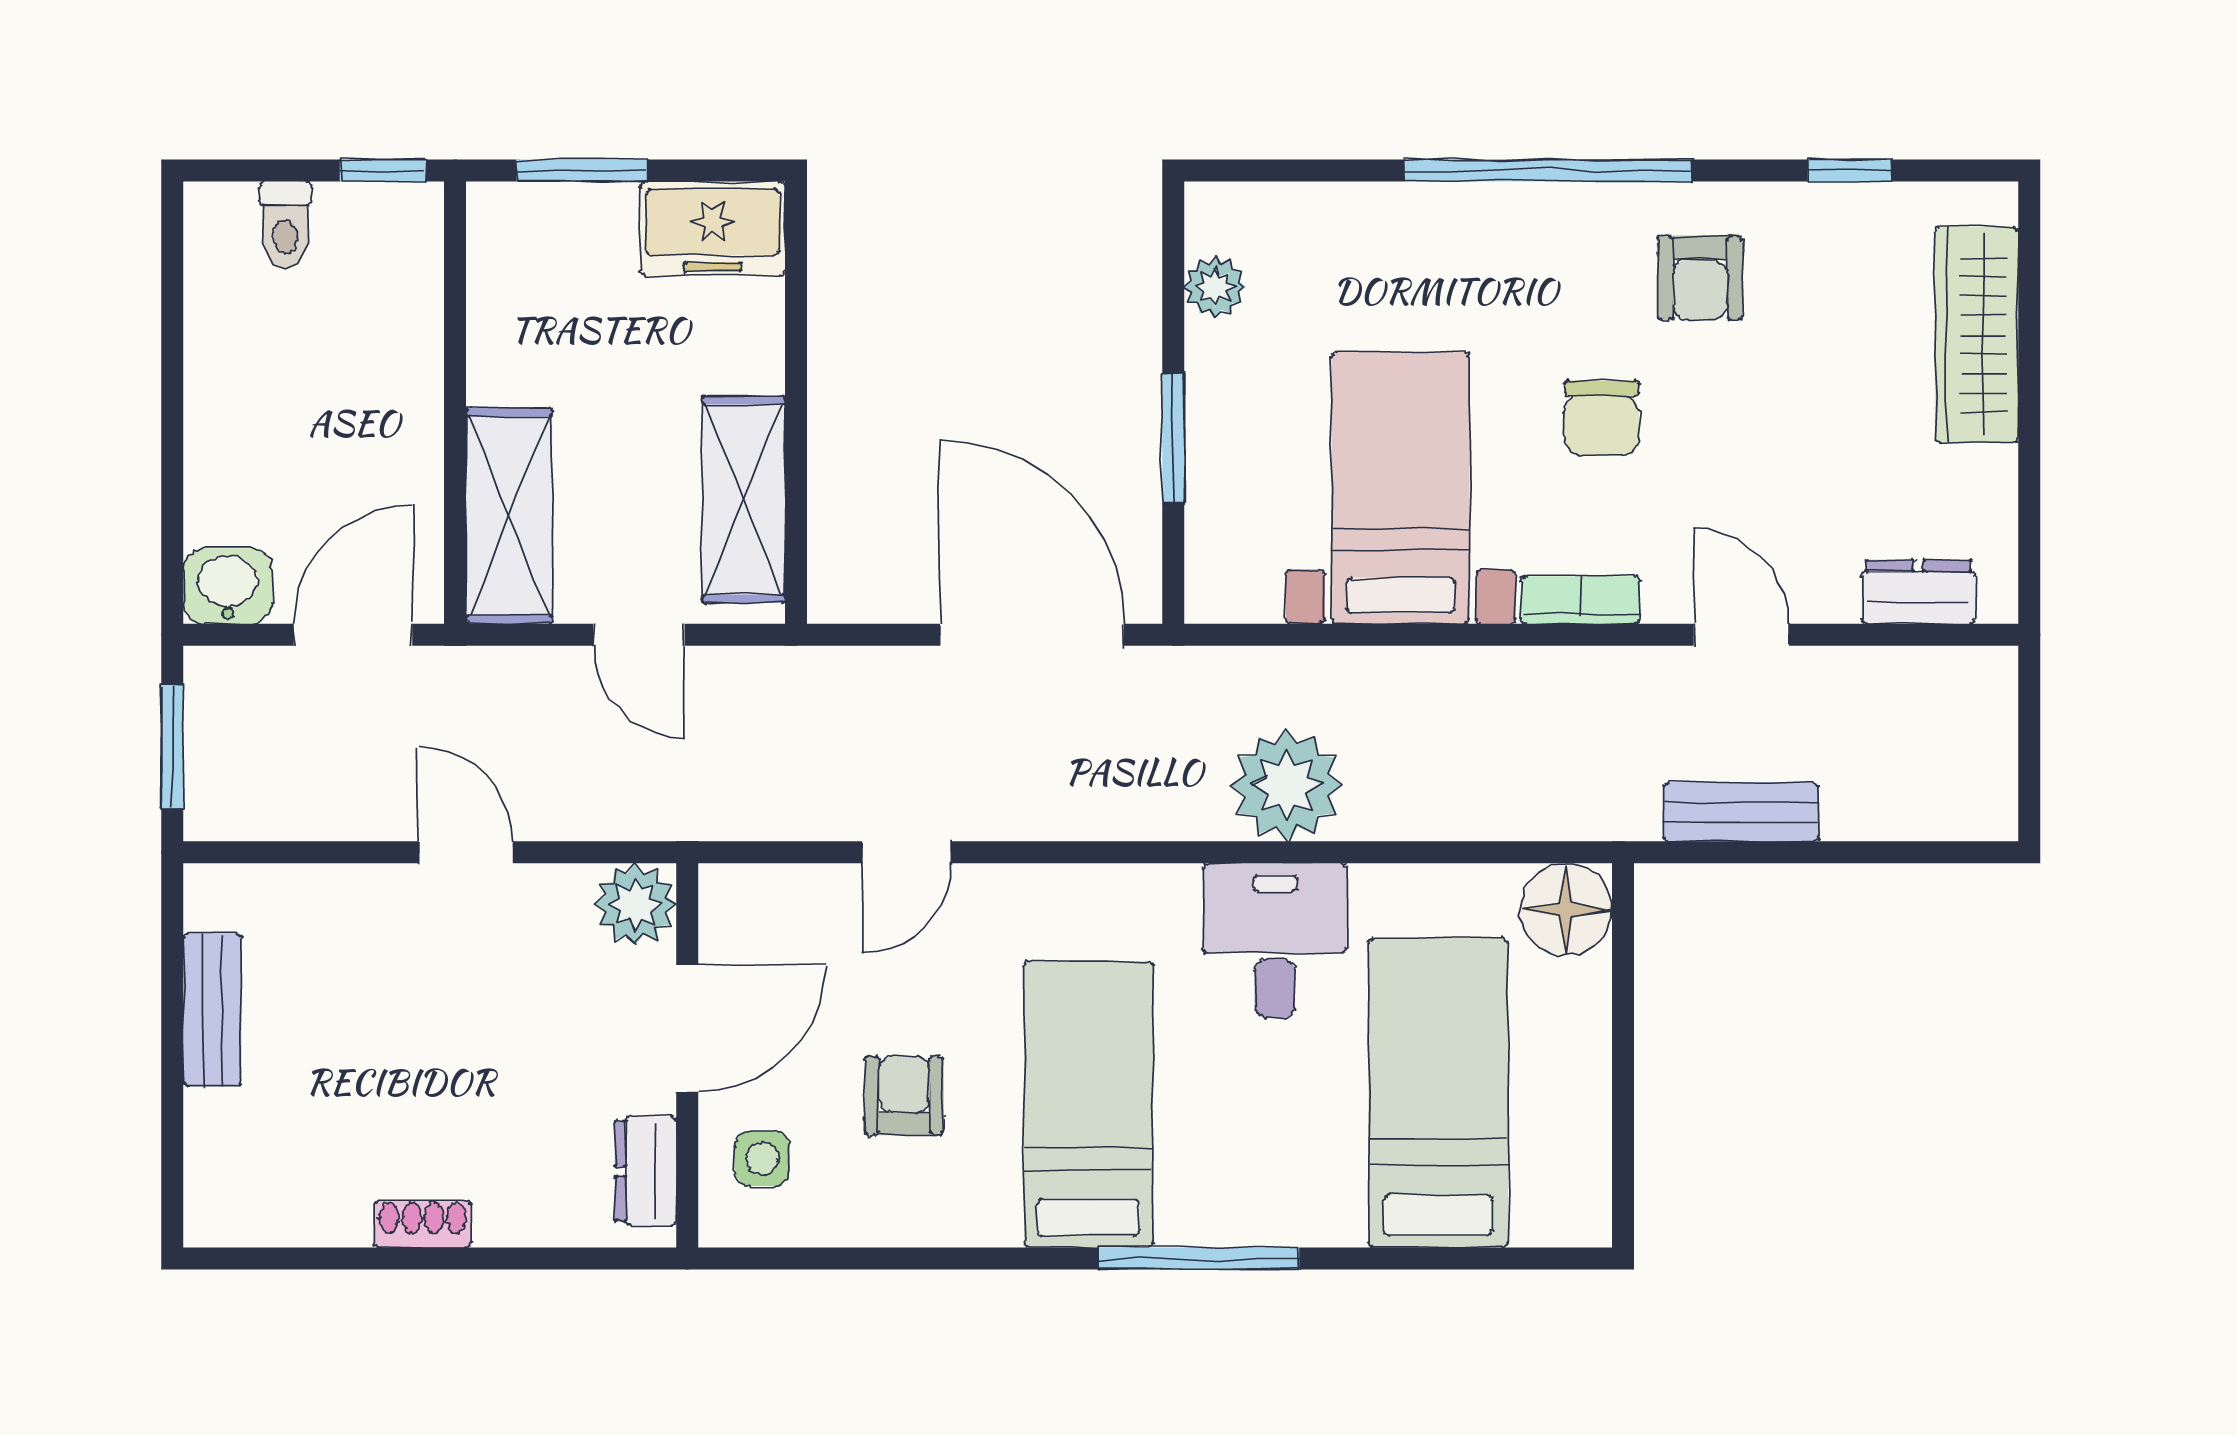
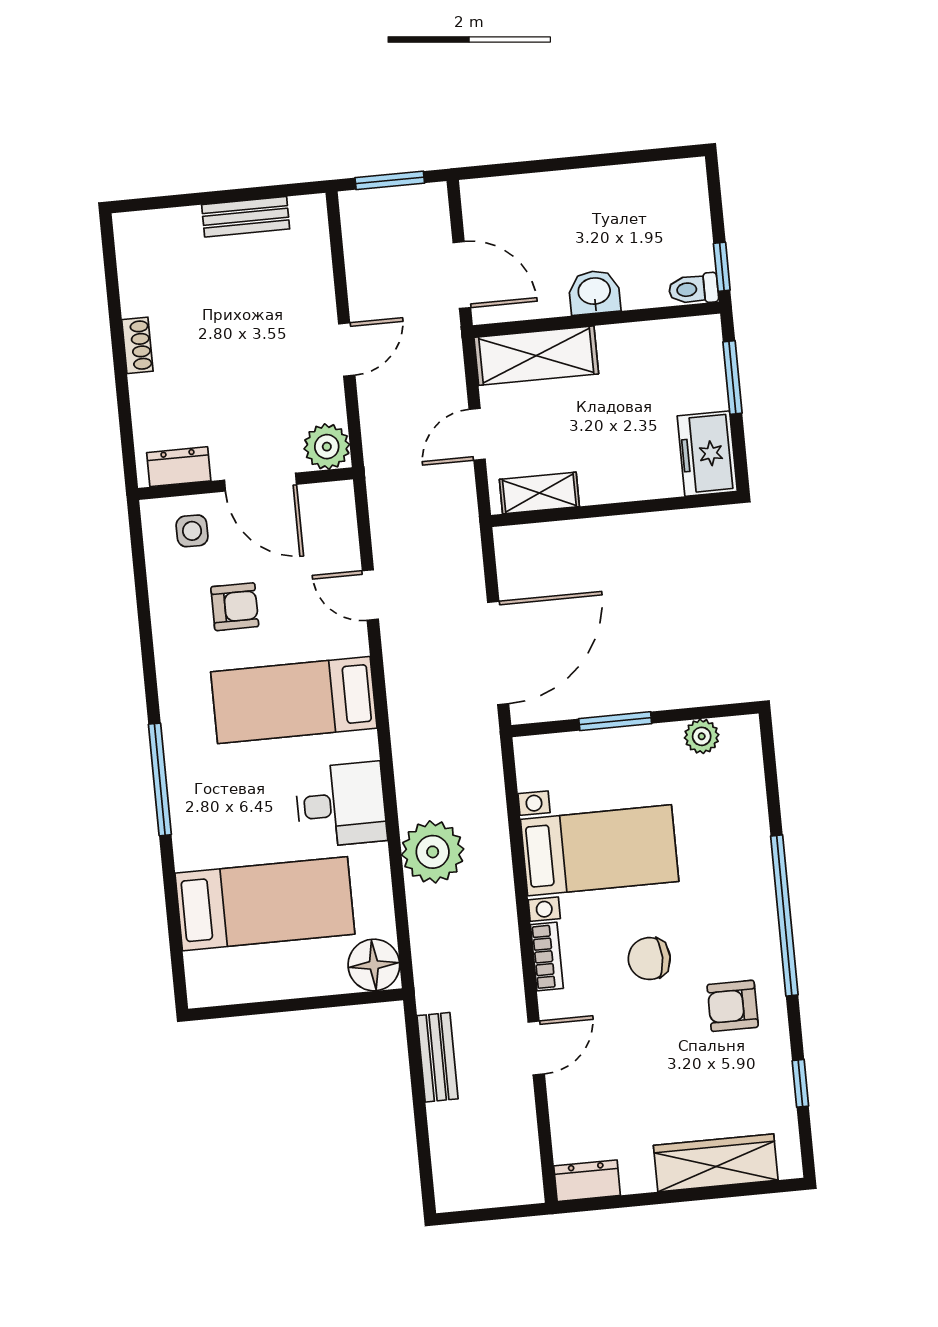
toilet: (286, 225) -> (693, 289), moved
shelving: (744, 499) -> (539, 493), width x0.67, depth x0.75
washbasin: (228, 586) -> (594, 292), moved, turned -90
dresser: (1918, 592) -> (587, 1181), moved, turned -90
plant: (1287, 785) -> (433, 852), moved
bed: (1088, 1104) -> (294, 700), moved, turned 180

